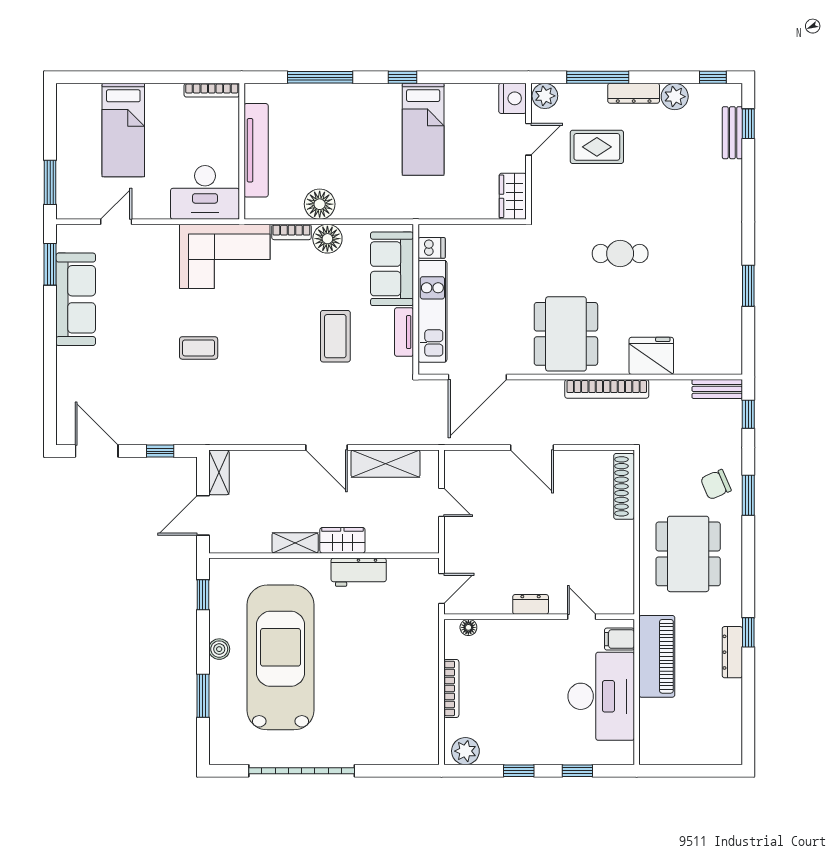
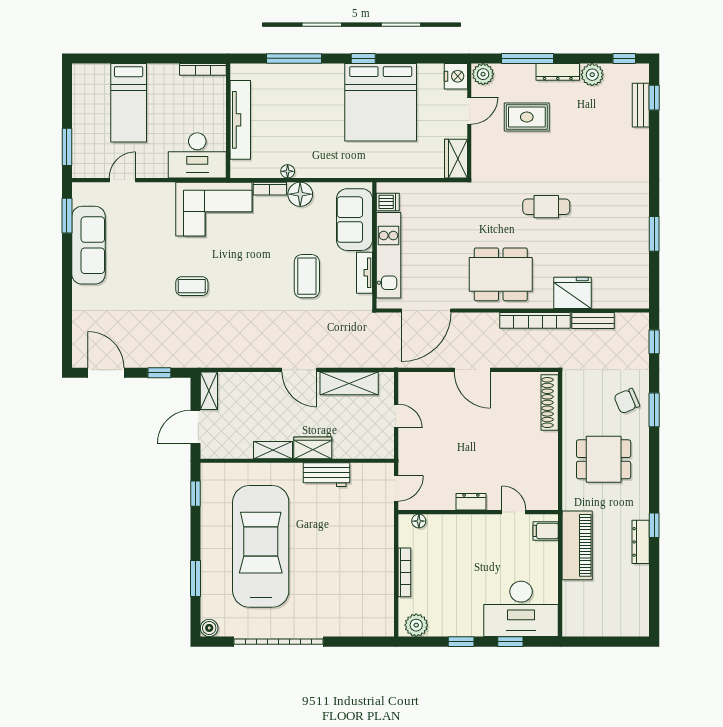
bed: (423, 129) -> (381, 102), width x2.04
floor lamp: (320, 204) -> (288, 171), width x0.53, depth x0.53
dining table: (566, 334) -> (501, 274), turned 90
bench: (717, 389) -> (593, 321), moved
dining table: (688, 554) -> (604, 459), width x0.73
boiler: (219, 649) -> (209, 628), moved
desk: (601, 696) -> (521, 609), moved, turned 90

